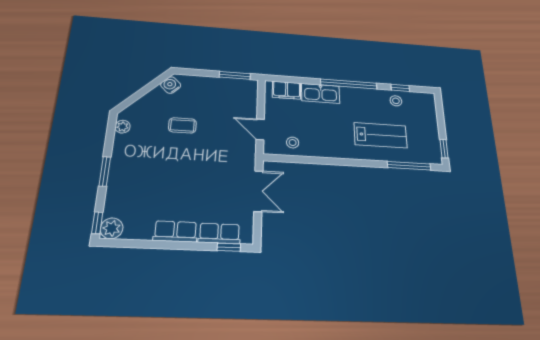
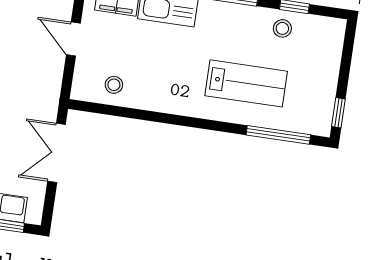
door: (260, 129) -> (73, 39), moved
double door: (258, 191) -> (57, 153), swing flipped

